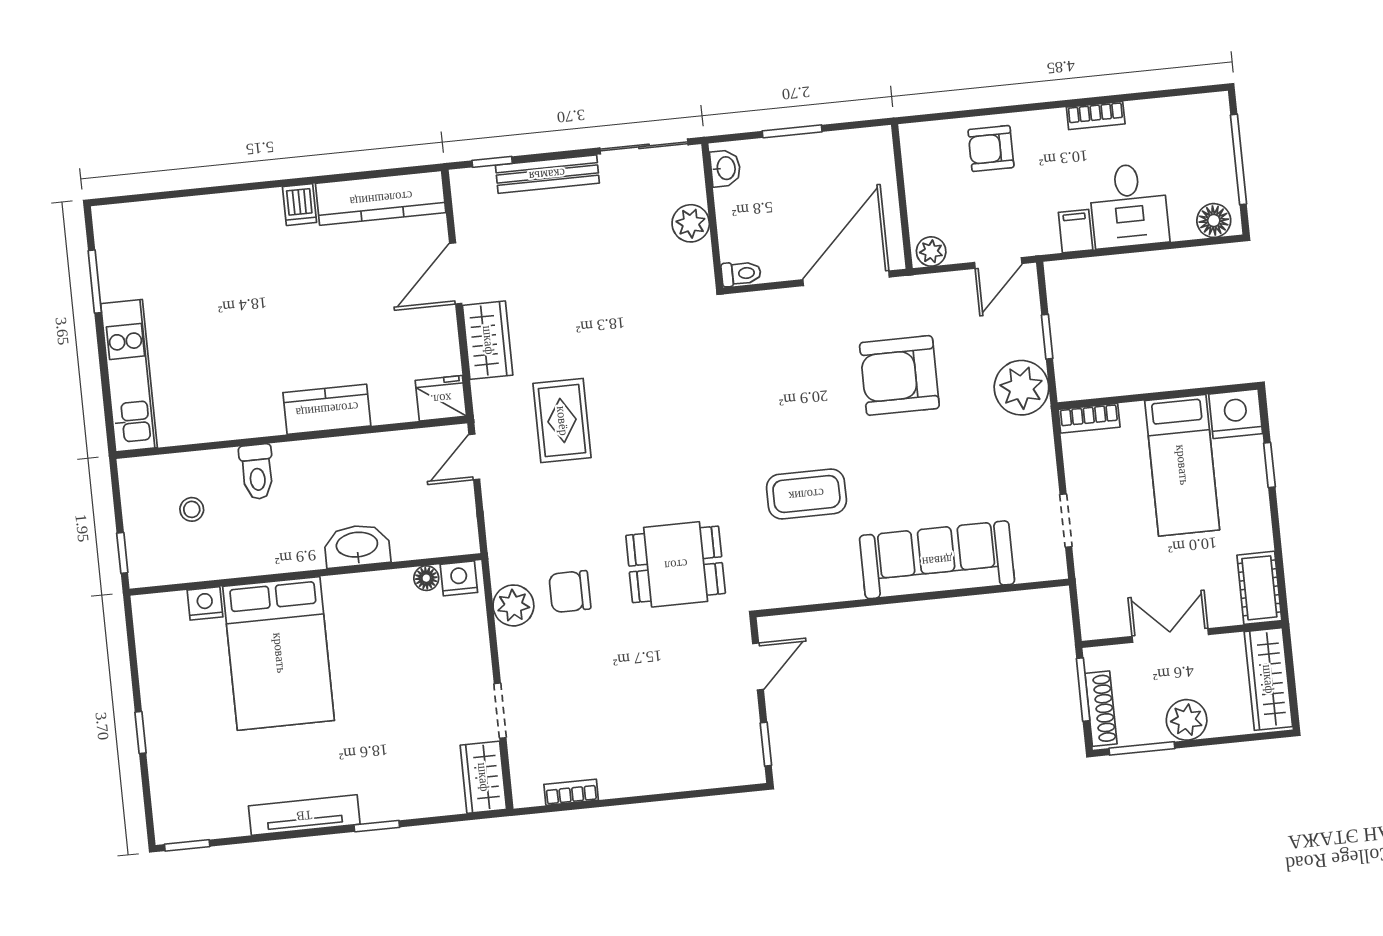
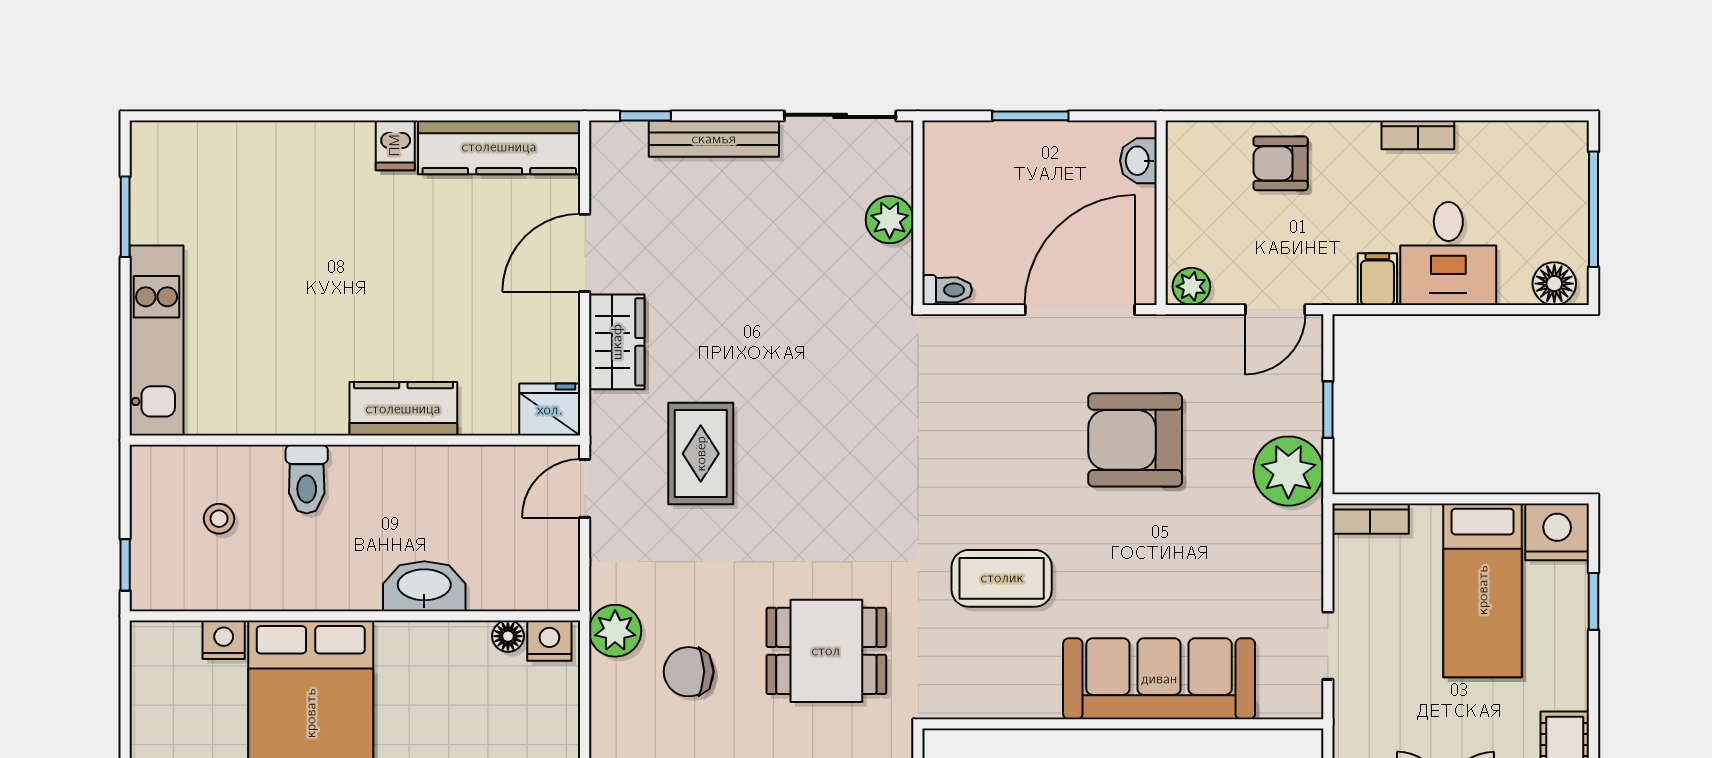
washbasin: (725, 168) -> (1138, 161), moved, turned 180
plant: (513, 605) -> (615, 631), moved

